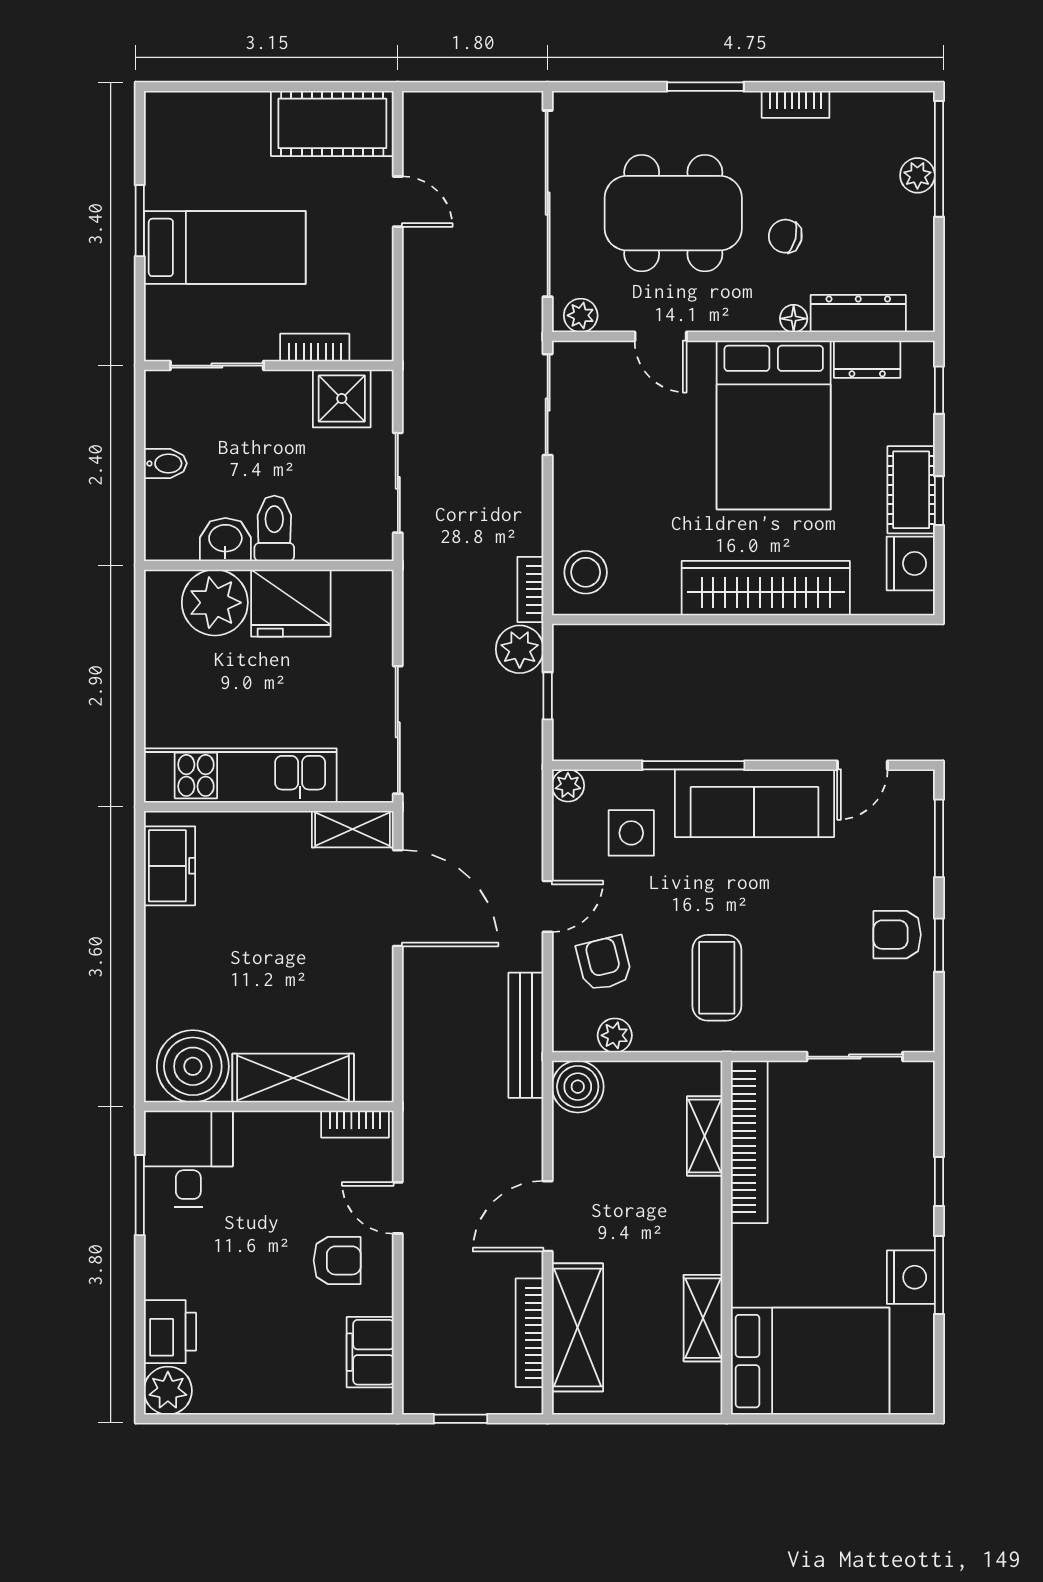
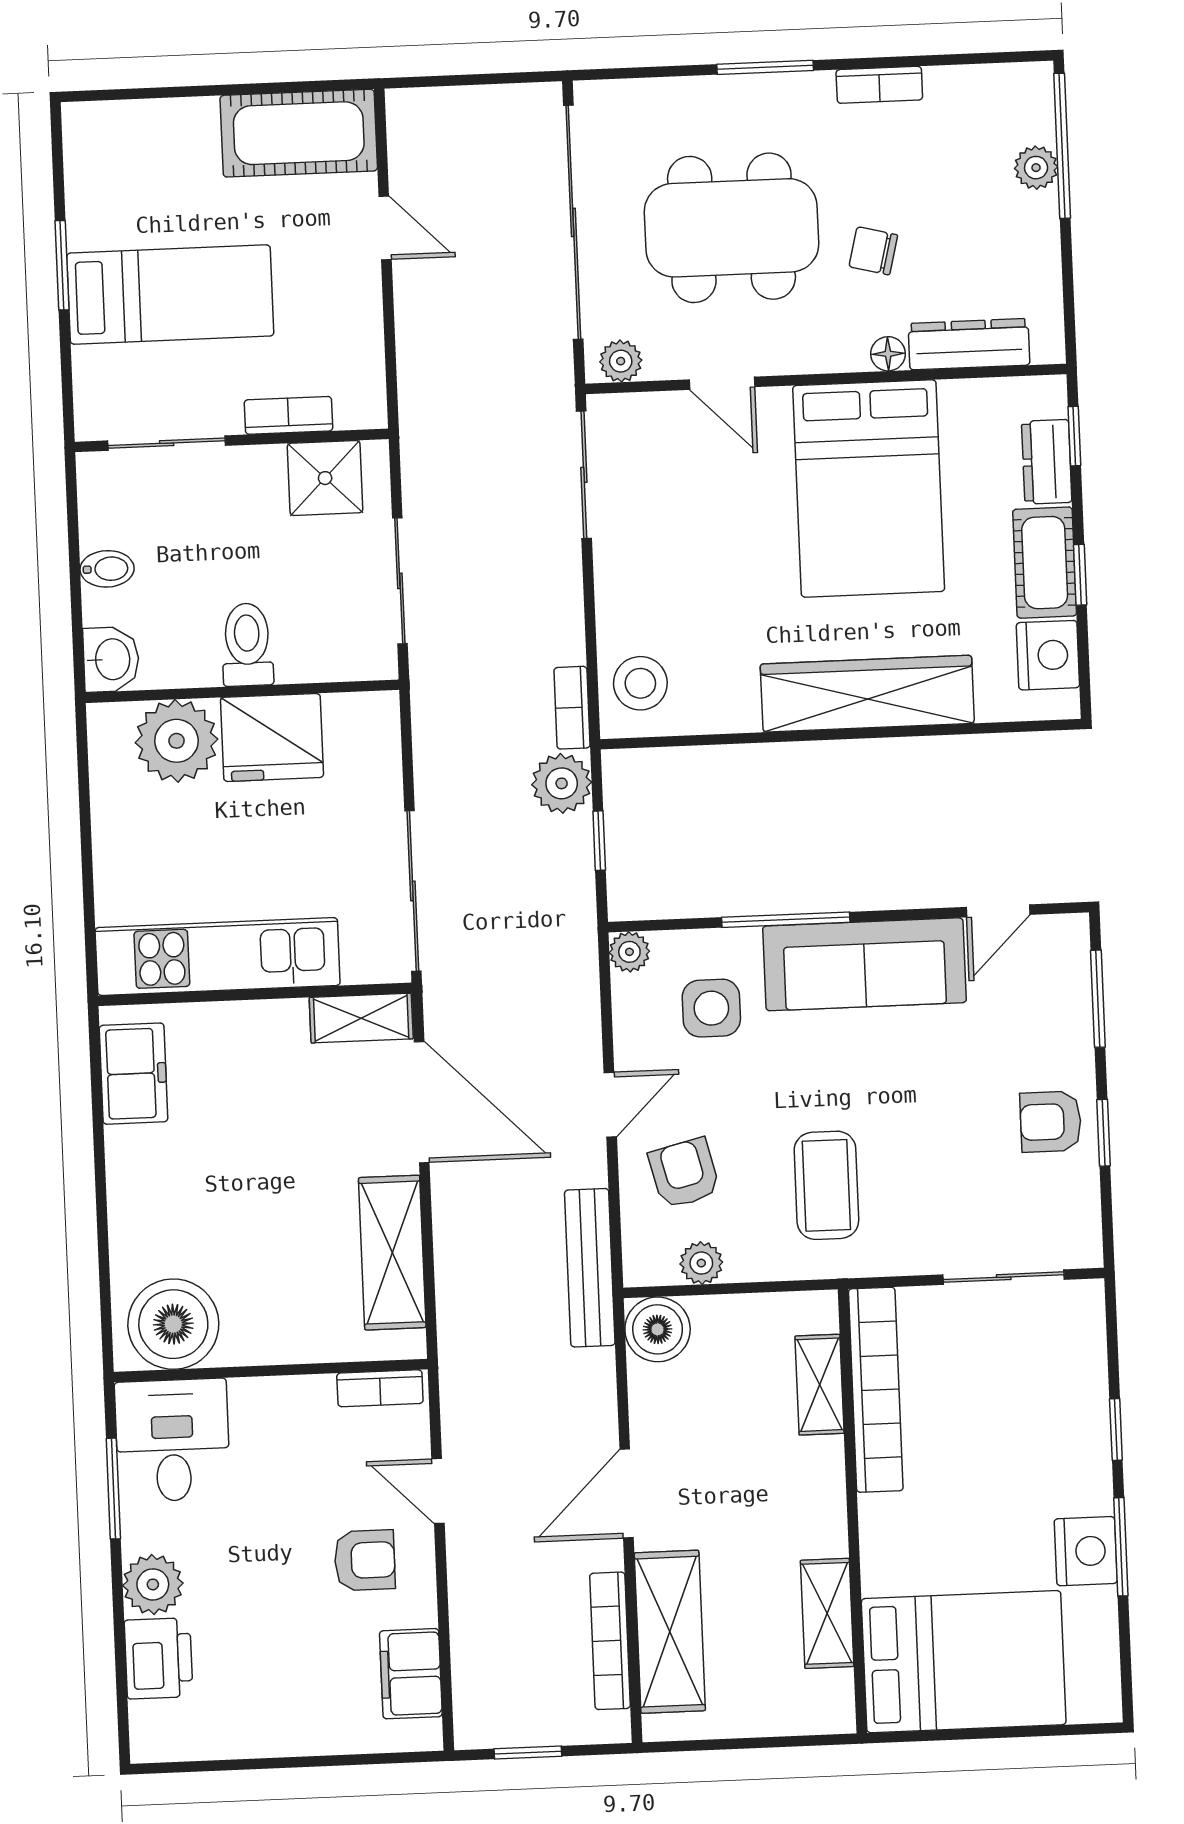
dresser: (867, 359) -> (1047, 462), moved, turned 90
washbasin: (225, 540) -> (111, 659), moved, turned 90
shelving: (293, 1078) -> (392, 1253), moved, turned 90
plant: (168, 1391) -> (153, 1584), moved

